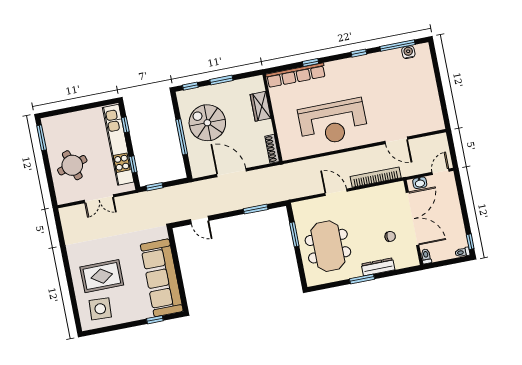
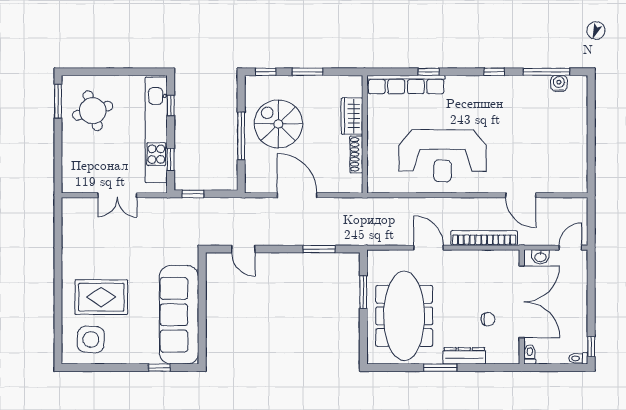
shoe rack: (272, 149) -> (356, 154), moved
round table: (72, 165) -> (93, 111), moved
meeting table: (328, 246) -> (404, 316), width x1.36

